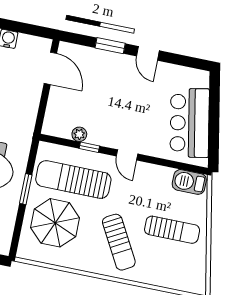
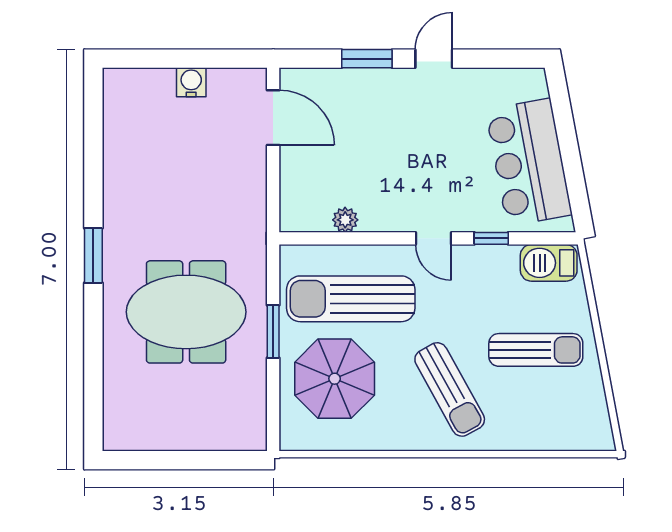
door: (148, 53) -> (434, 59), swing flipped
window: (89, 147) -> (491, 238), moved

